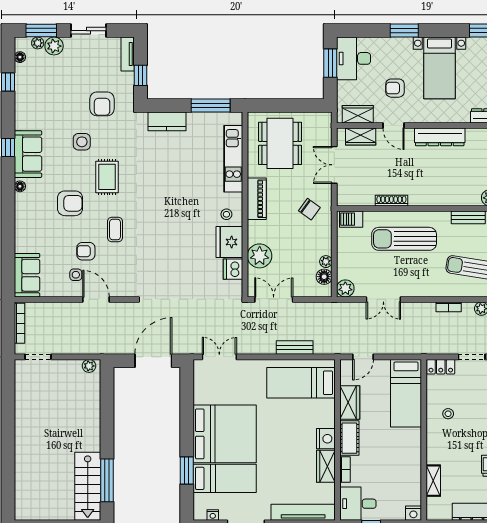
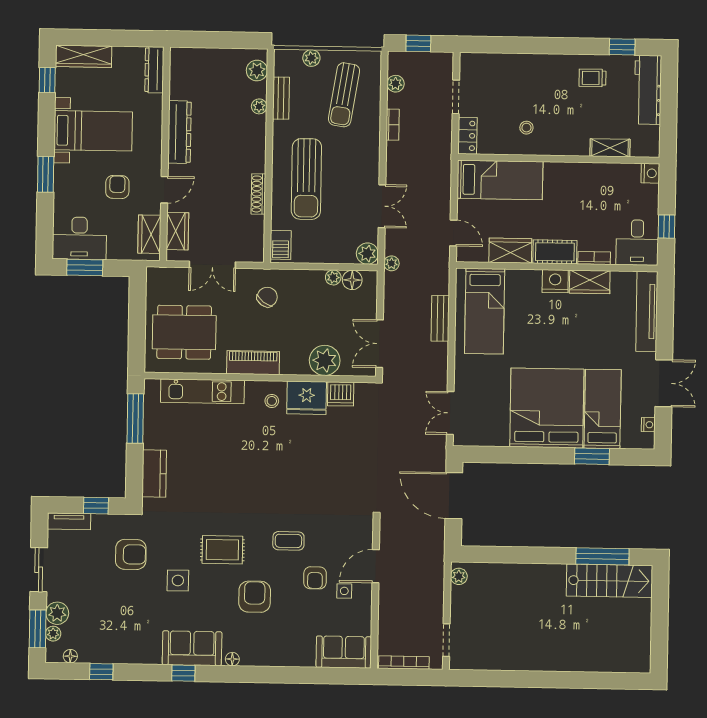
armchair: (395, 88) -> (117, 187), turned 180
plant: (461, 200) -> (259, 106), added
plant: (338, 308) -> (391, 263), added

